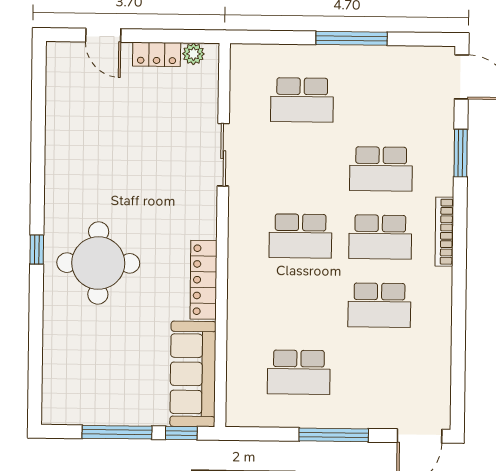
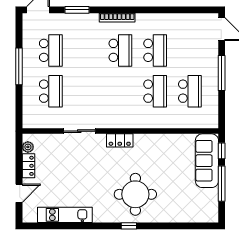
kitchen unit: (60, 125) -> (65, 215), added
school desk: (381, 169) -> (51, 50), moved
school desk: (300, 236) -> (155, 91), moved
locker: (204, 280) -> (120, 140), moved, width x0.66
sofa: (193, 374) -> (207, 161), moved, turned 90

